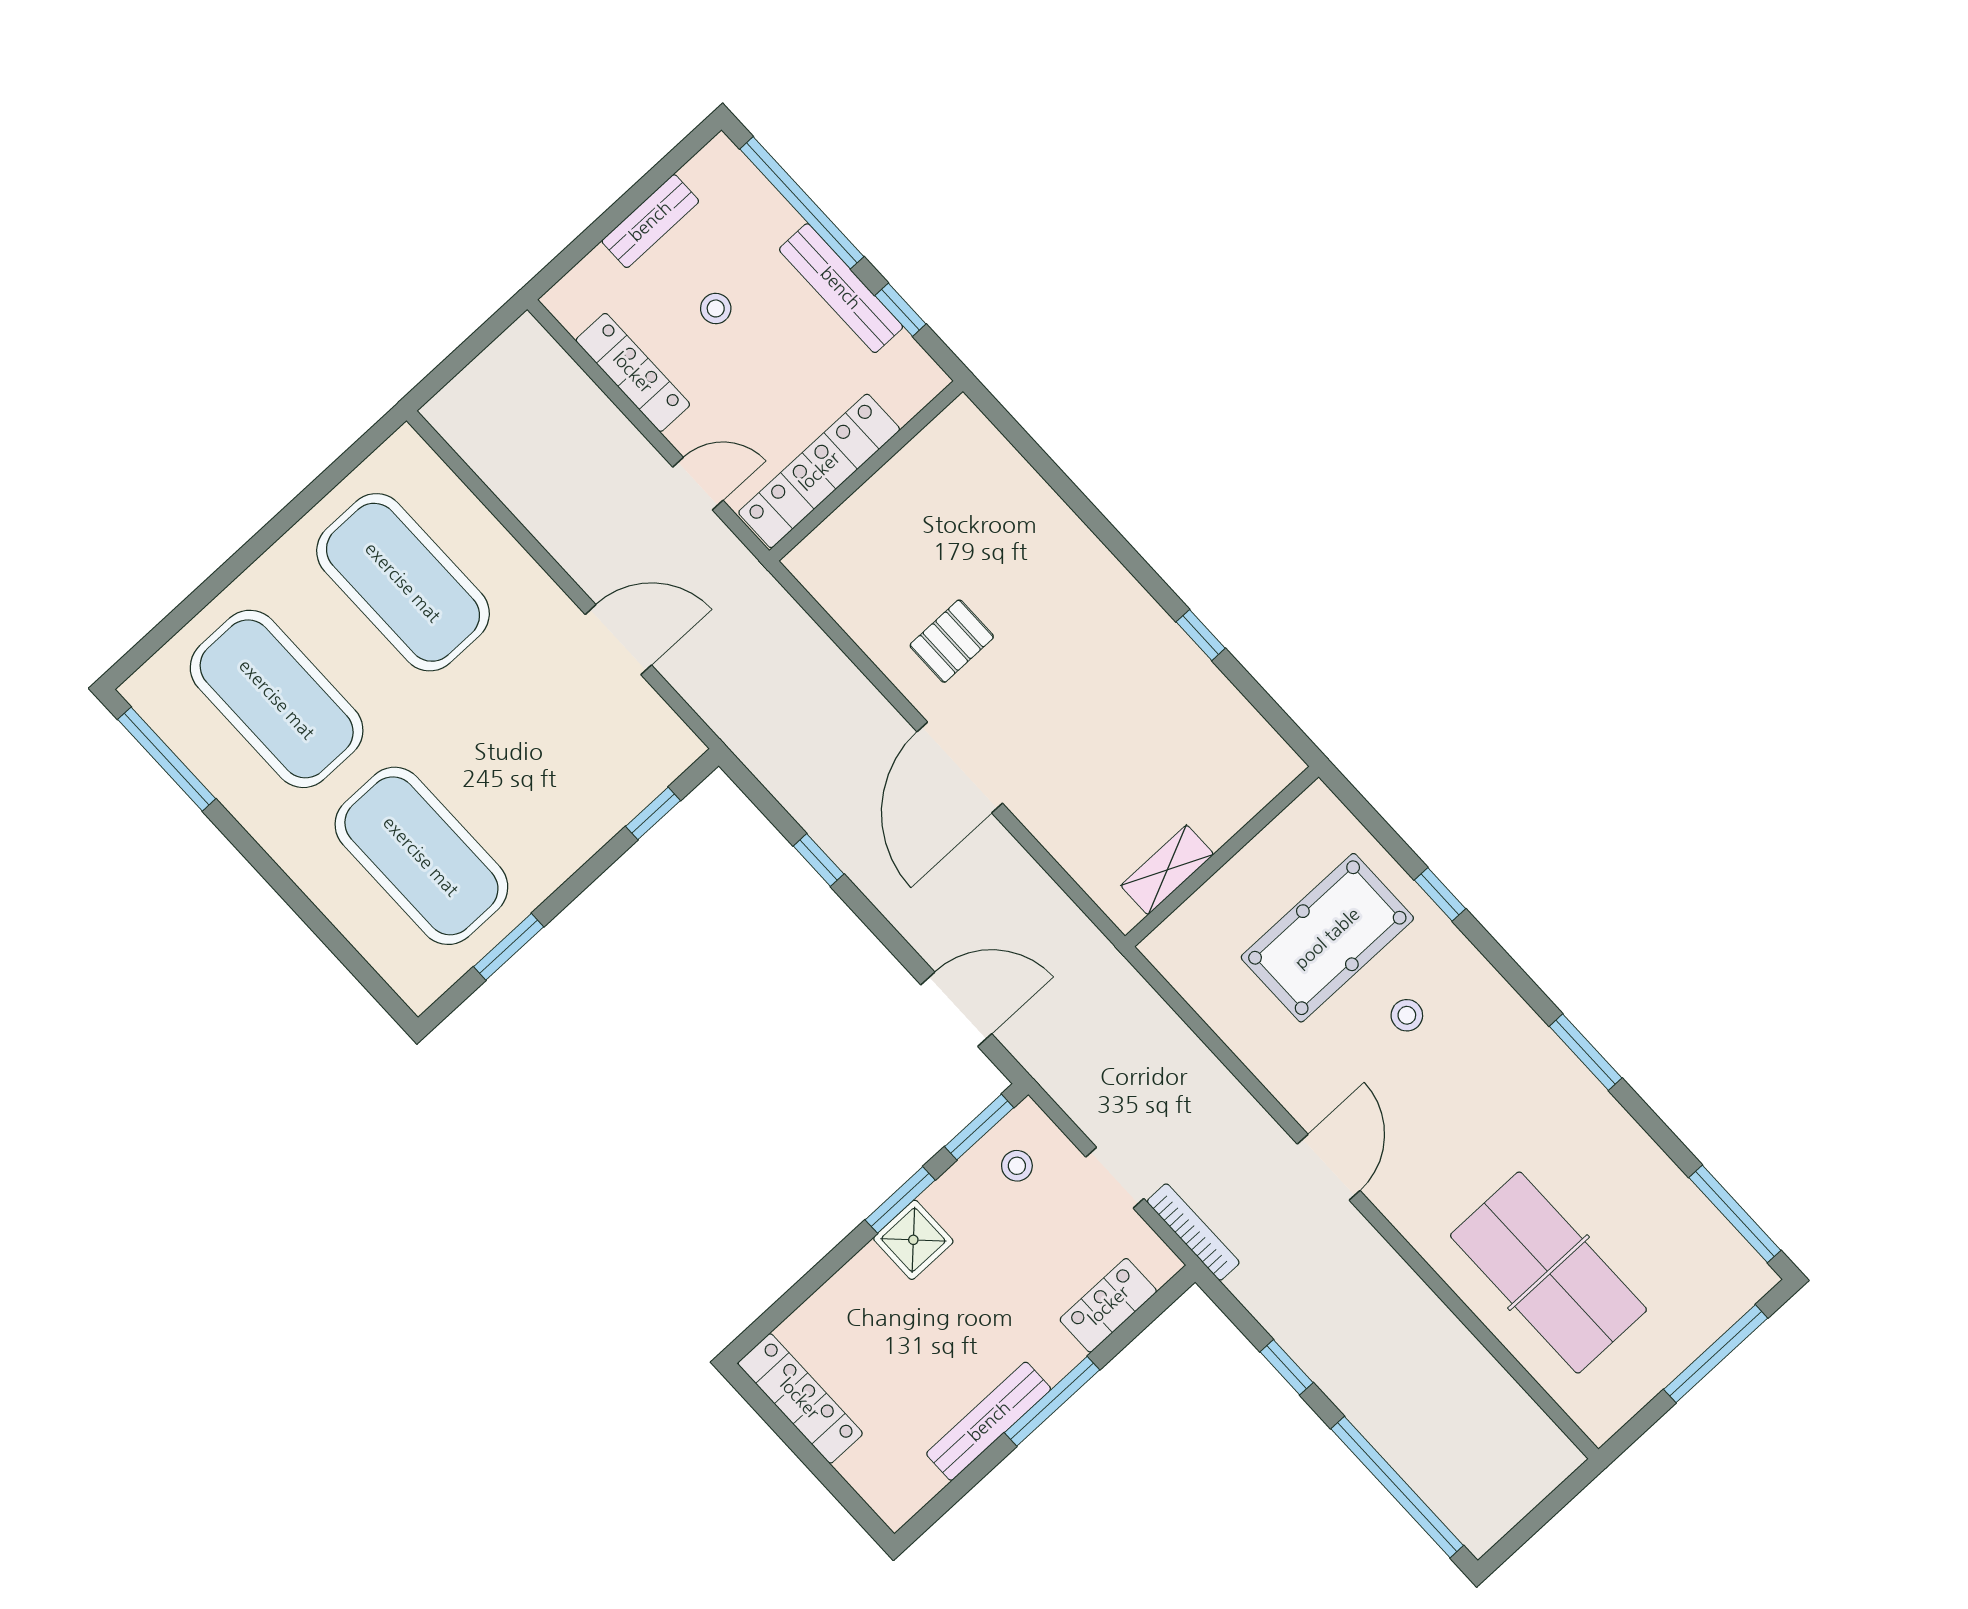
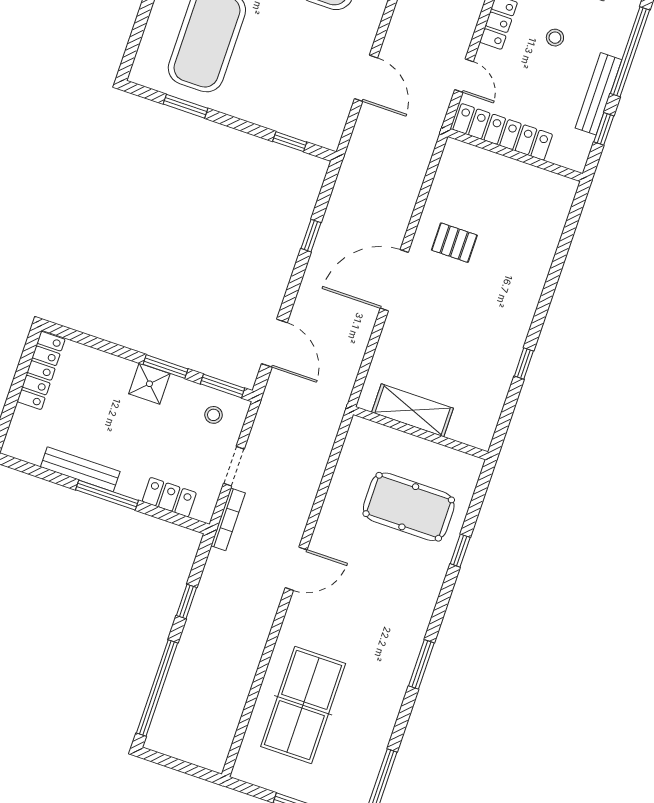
shelving: (1167, 870) -> (413, 410), width x1.50, depth x1.33
stool: (1407, 1015) -> (392, 567), removed

